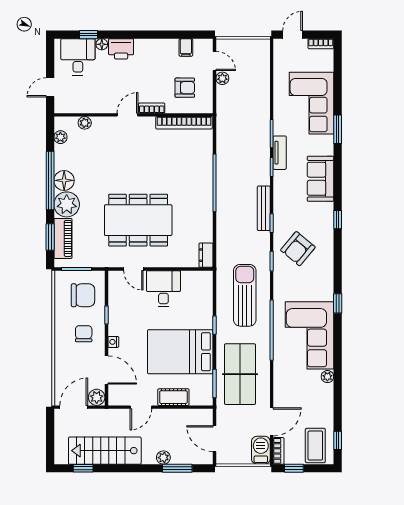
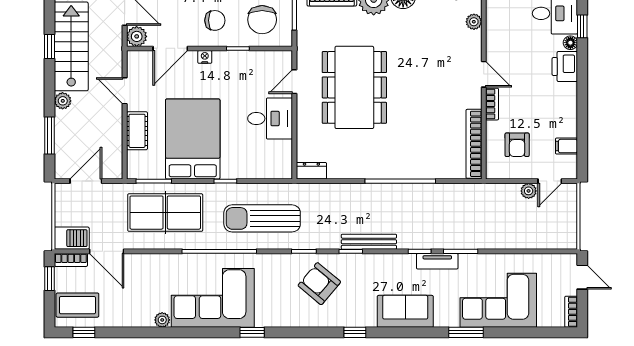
sun lounger: (245, 295) -> (262, 218), turned 180
plant: (163, 458) -> (63, 101), moved
window: (83, 468) -> (50, 47), moved

